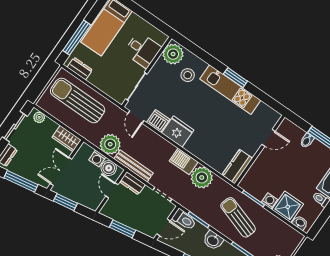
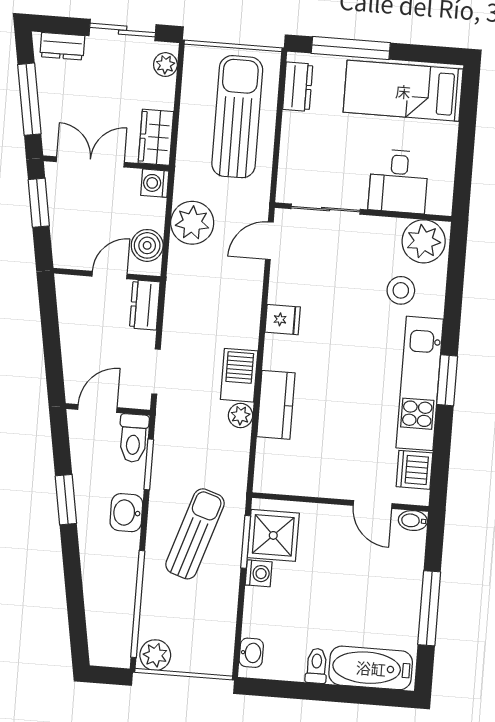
dishwasher: (158, 121) -> (414, 470), moved, turned 180
fridge: (178, 131) -> (283, 320), width x0.53, depth x0.75
bidet: (307, 141) -> (413, 521), moved
washing machine: (97, 158) -> (155, 183), moved
bench: (134, 166) -> (177, 289), removed
kitchen counter: (237, 167) -> (276, 405), moved, turned 90
plant: (202, 177) -> (241, 416), width x0.53, depth x0.53
shower: (288, 207) -> (273, 535), moved
door: (163, 227) -> (97, 409), swing flipped
window: (122, 229) -> (51, 335), removed

